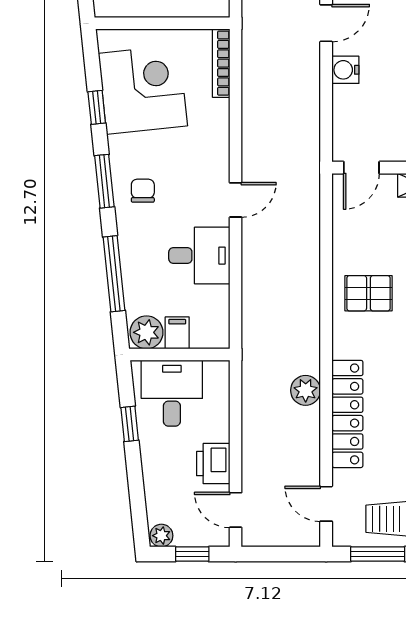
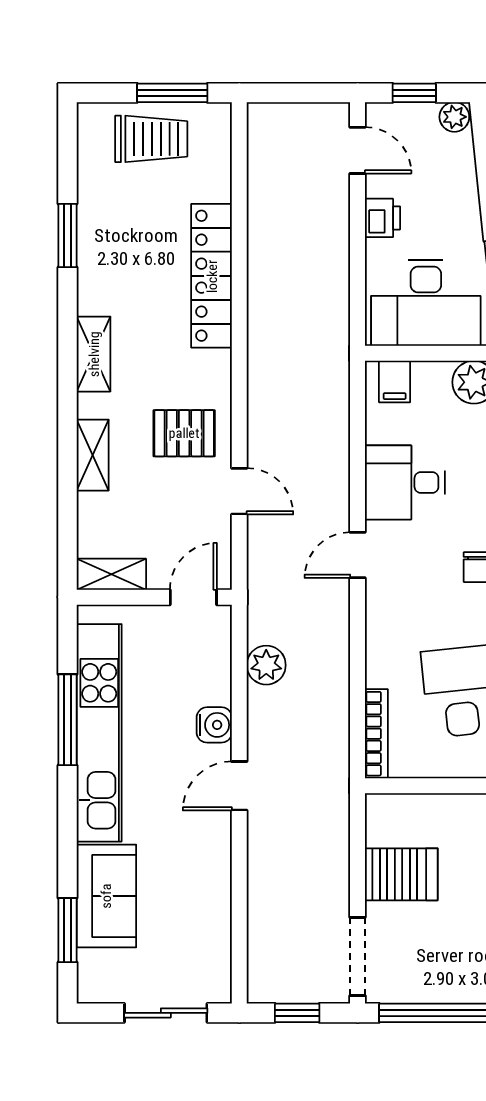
filing cabinet: (177, 333) -> (395, 382), moved
plant: (306, 390) -> (266, 665), moved
desk: (172, 393) -> (426, 303), width x1.37
printer: (213, 464) -> (383, 218), width x0.73, depth x0.81
door: (326, 504) -> (239, 491), moved

